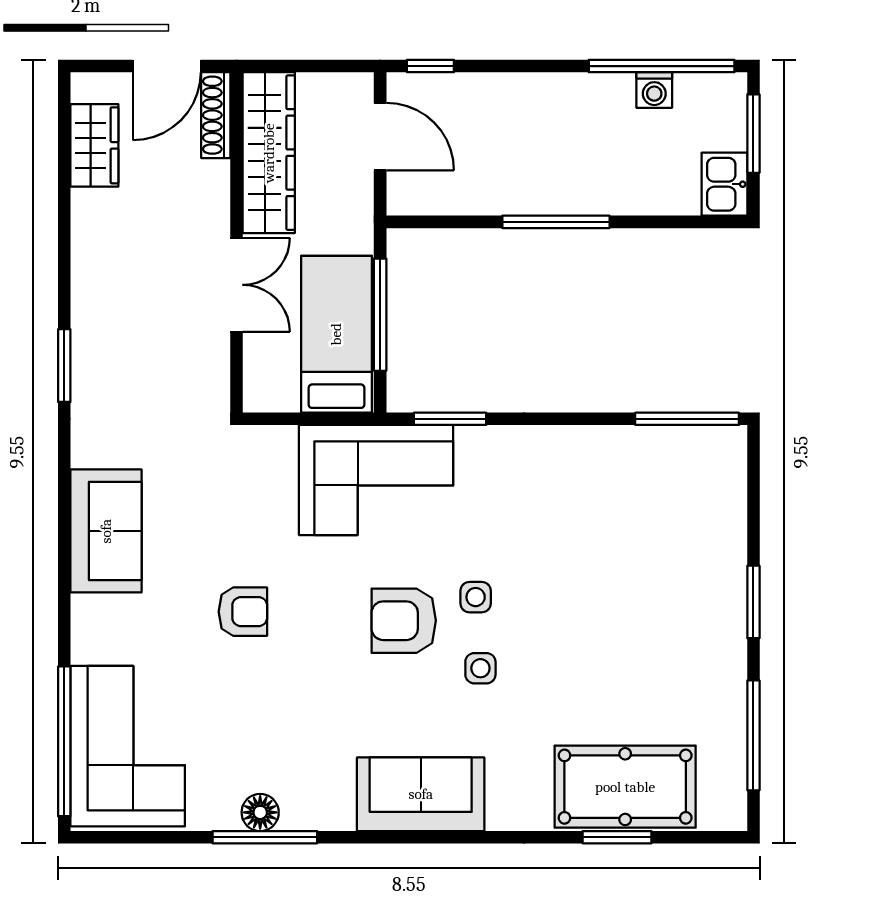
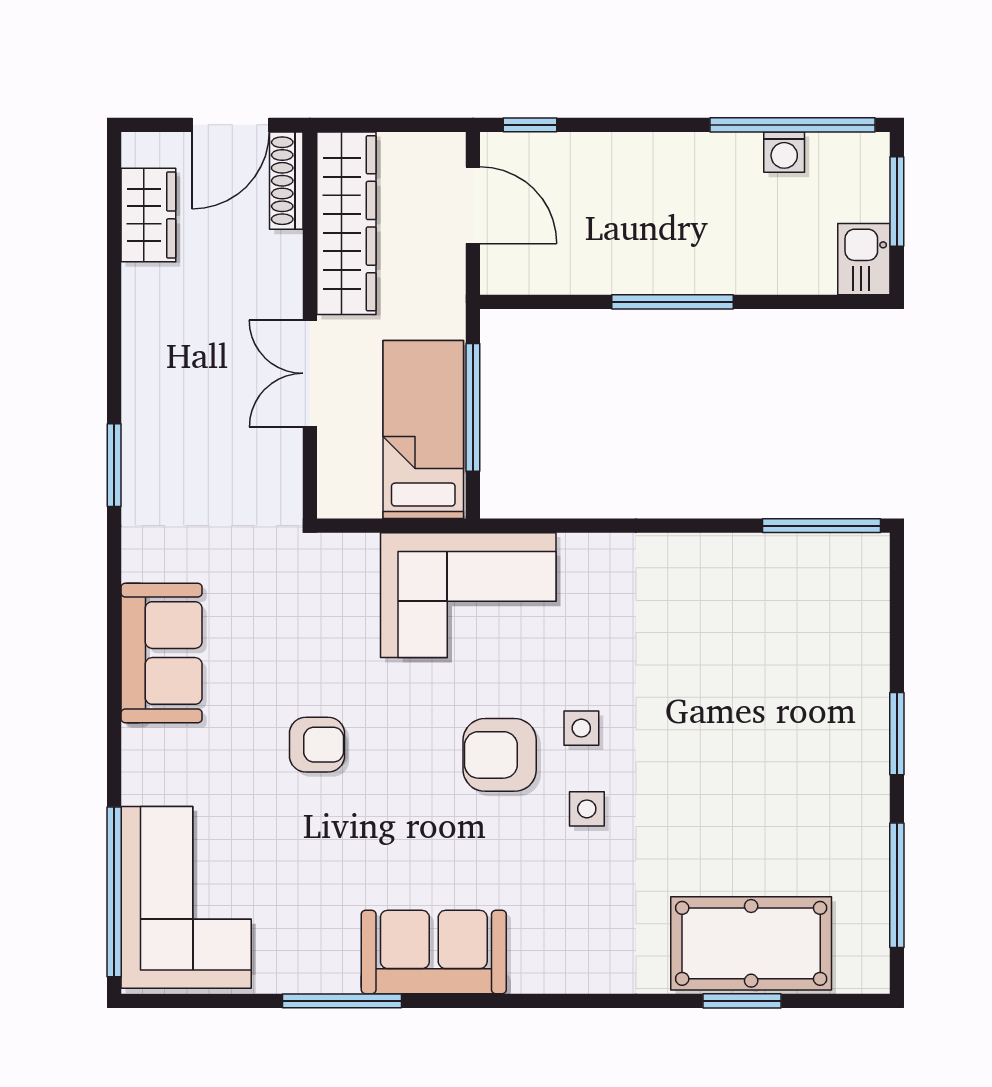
double door: (237, 285) -> (310, 373), swing flipped
window: (450, 419) -> (552, 526), removed
sofa: (421, 794) -> (434, 952), moved
floor lamp: (260, 812) -> (337, 973), removed

